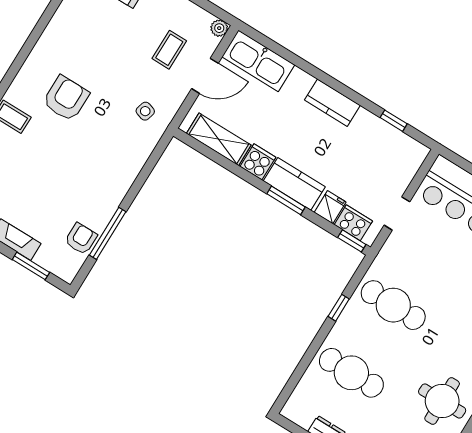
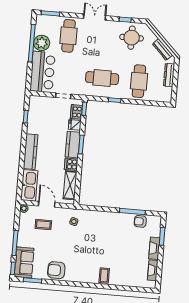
armchair: (66, 98) -> (56, 270), moved
kitchen counter: (332, 103) -> (31, 152), width x1.50
cafe table: (393, 305) -> (102, 78), turned 90

